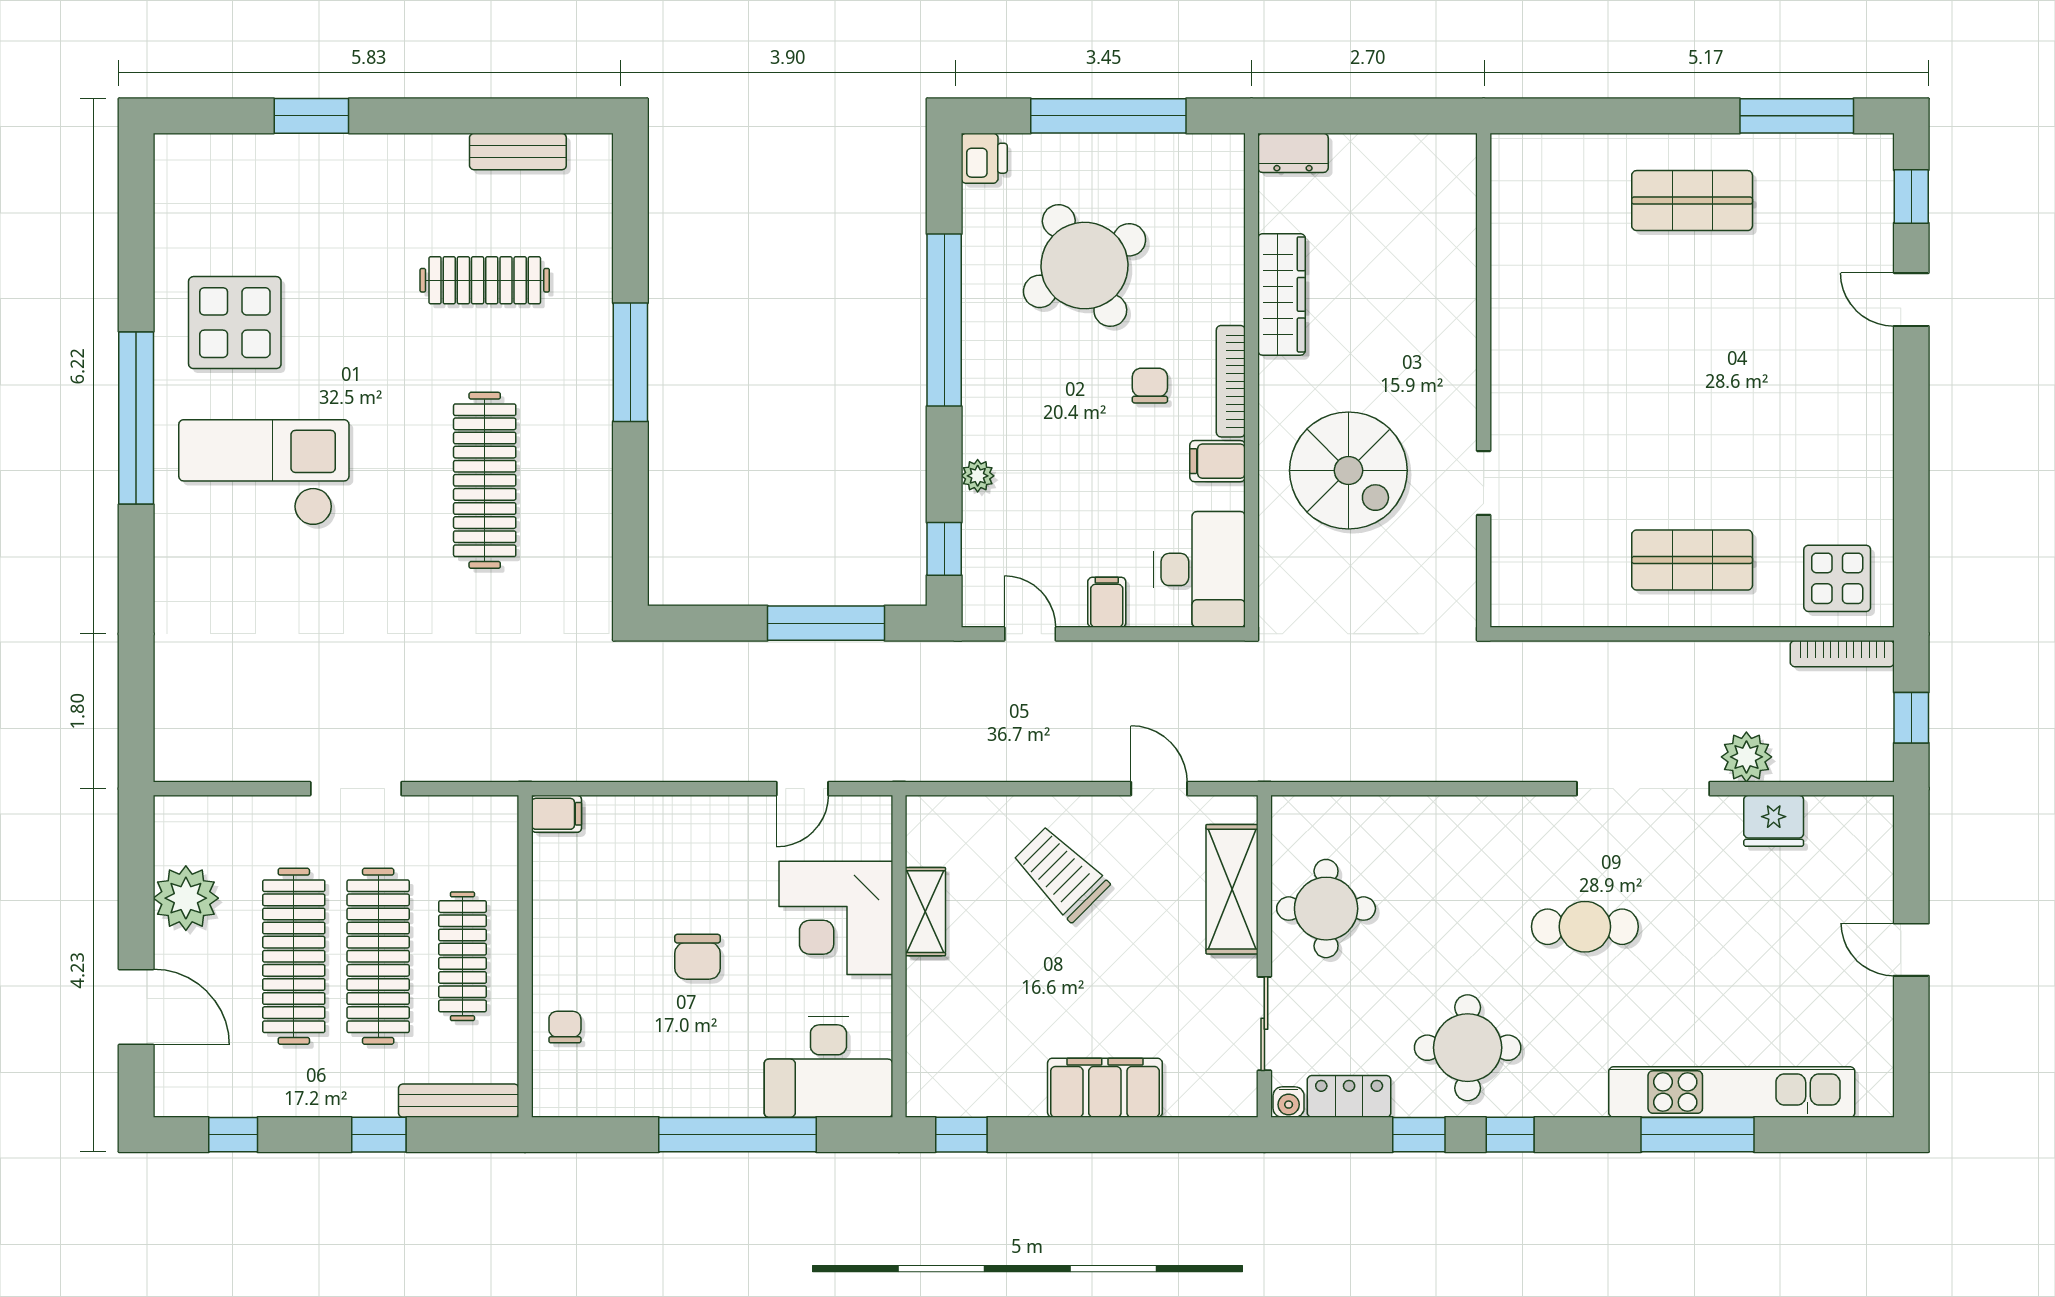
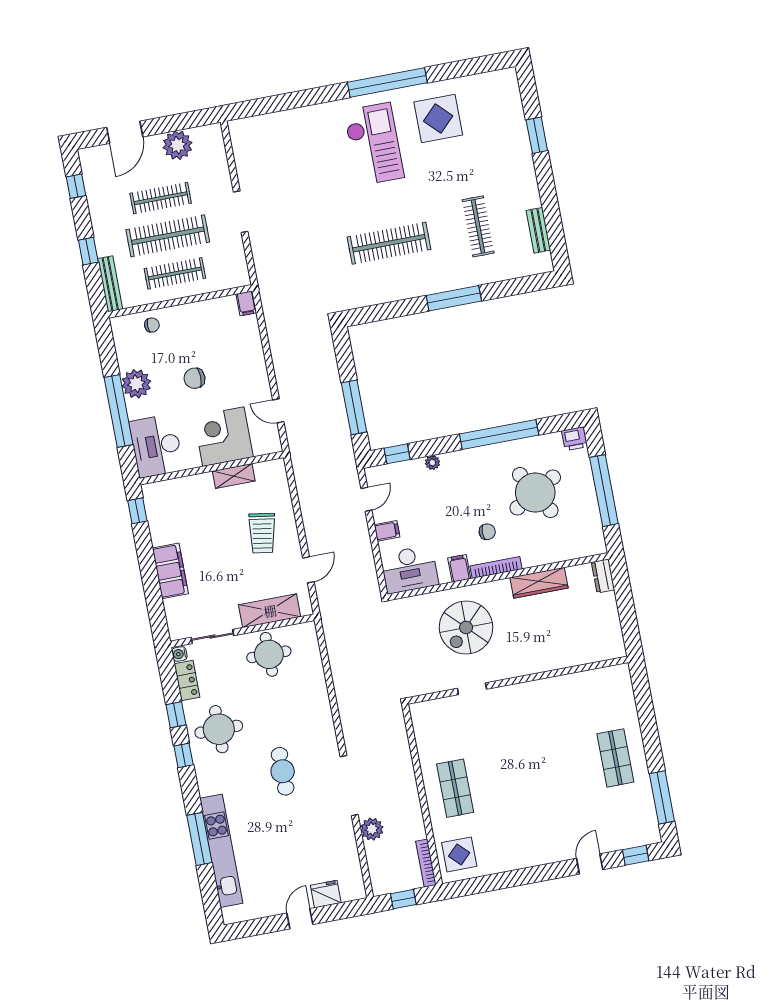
fridge: (1774, 821) -> (326, 894), moved, turned 90
trolley: (1061, 873) -> (262, 533), turned 144
clothes rail: (294, 956) -> (161, 198), width x0.73, depth x0.76
plant: (686, 1085) -> (136, 384), added

